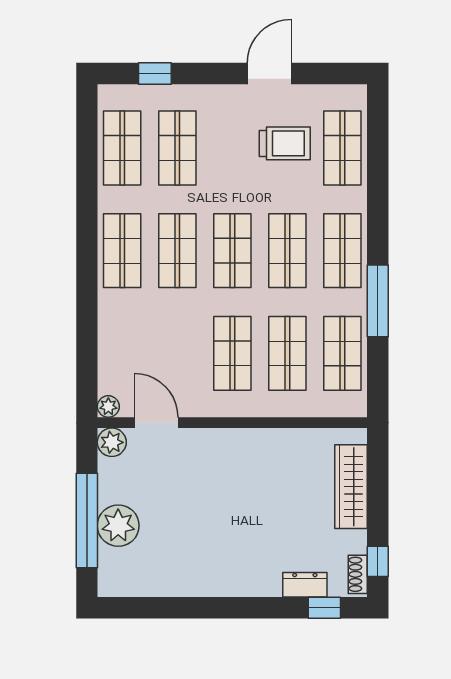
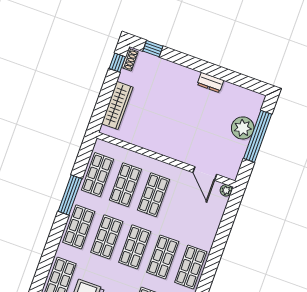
plant: (112, 442) -> (231, 171), removed
dresser: (305, 585) -> (210, 83), moved

